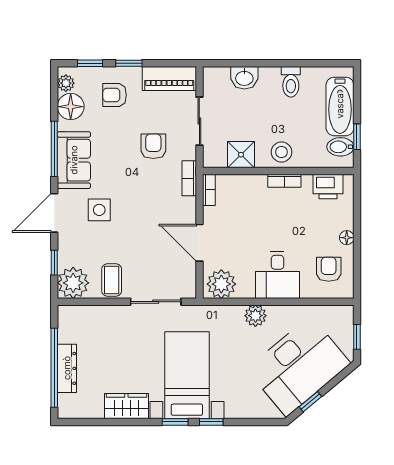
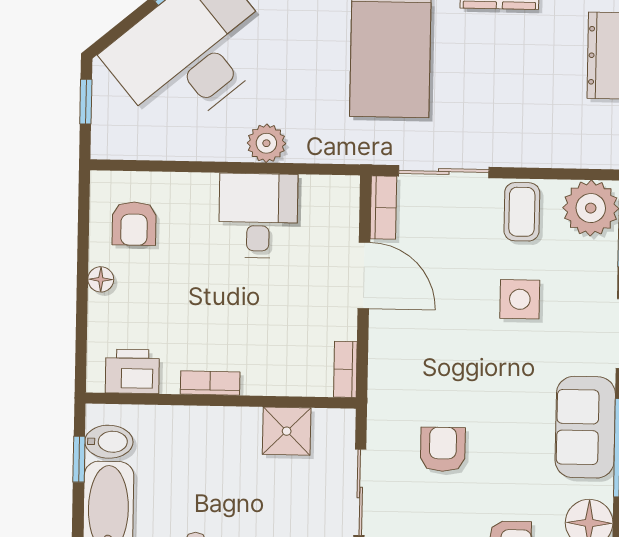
armchair: (153, 146) -> (443, 449), turned 180
stool: (281, 152) -> (214, 434), removed
bookcase: (189, 178) -> (383, 208), moved
side table: (99, 210) -> (520, 299), moved
desk: (277, 275) -> (258, 216), moved
plant: (221, 284) -> (326, 201), removed

